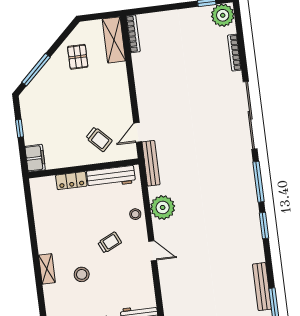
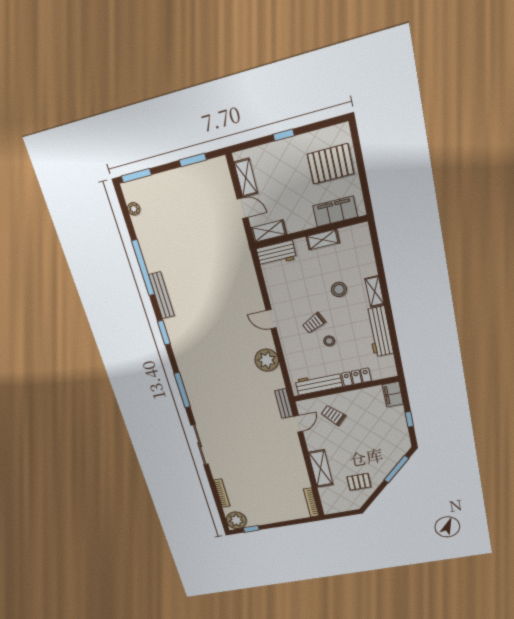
shelving: (114, 40) -> (321, 469), moved
pallet: (78, 57) -> (359, 482), turned 90
sliding door: (250, 115) -> (200, 445), width x0.73
bench: (151, 163) -> (284, 403), width x0.73
stool: (135, 214) -> (329, 341), moved
window: (264, 225) -> (164, 333), moved
workbench: (45, 227) -> (379, 332), added

